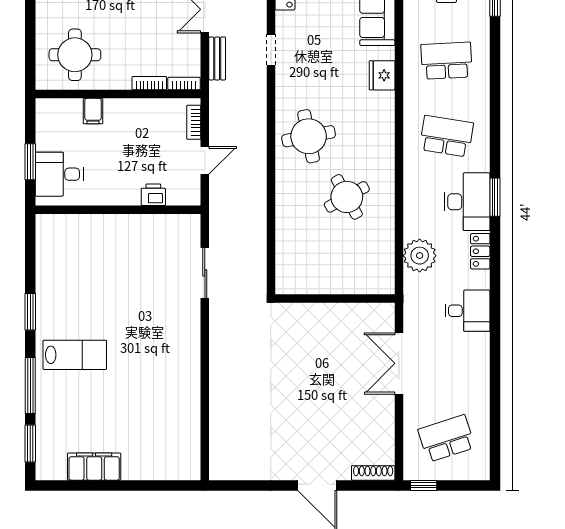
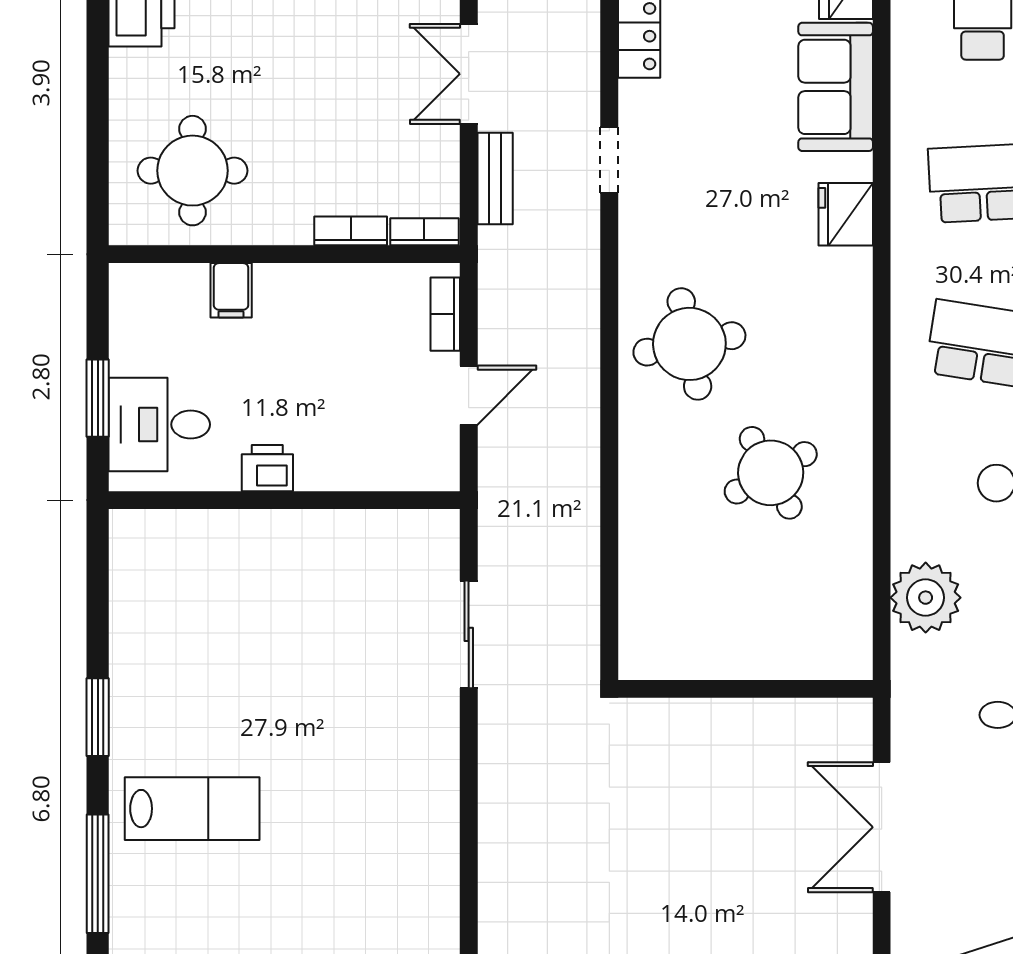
printer: (153, 195) -> (267, 468), moved

